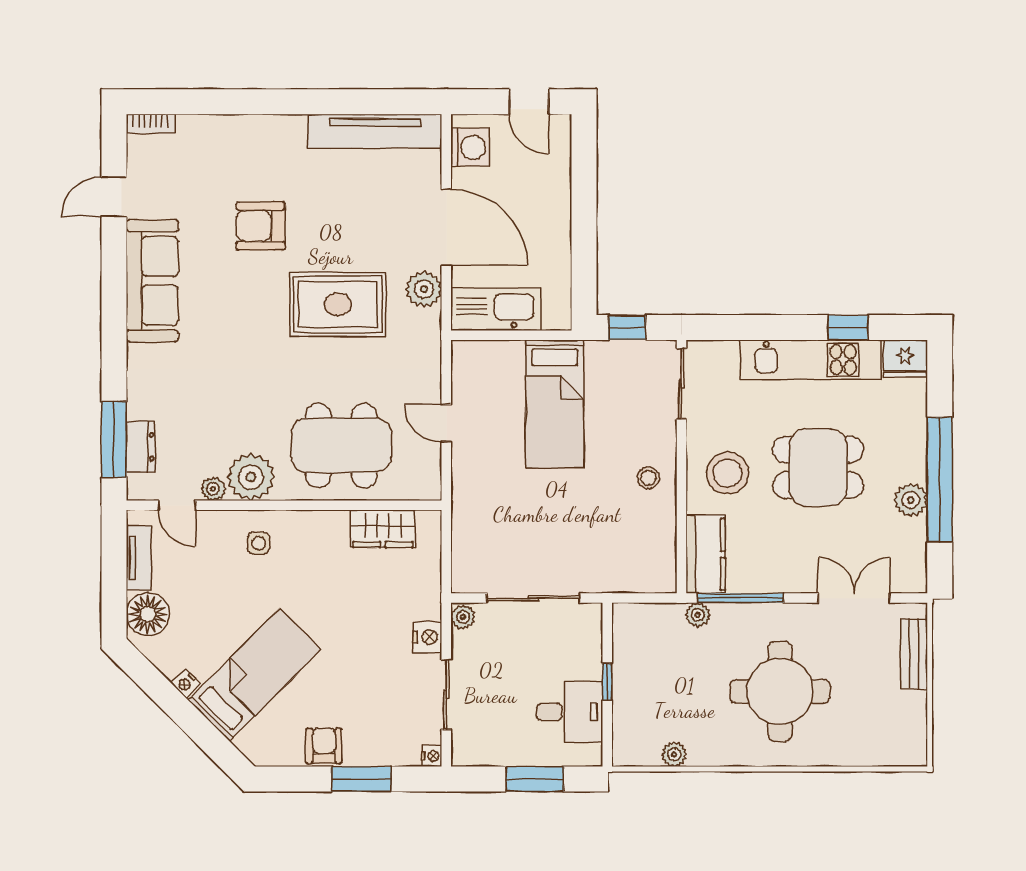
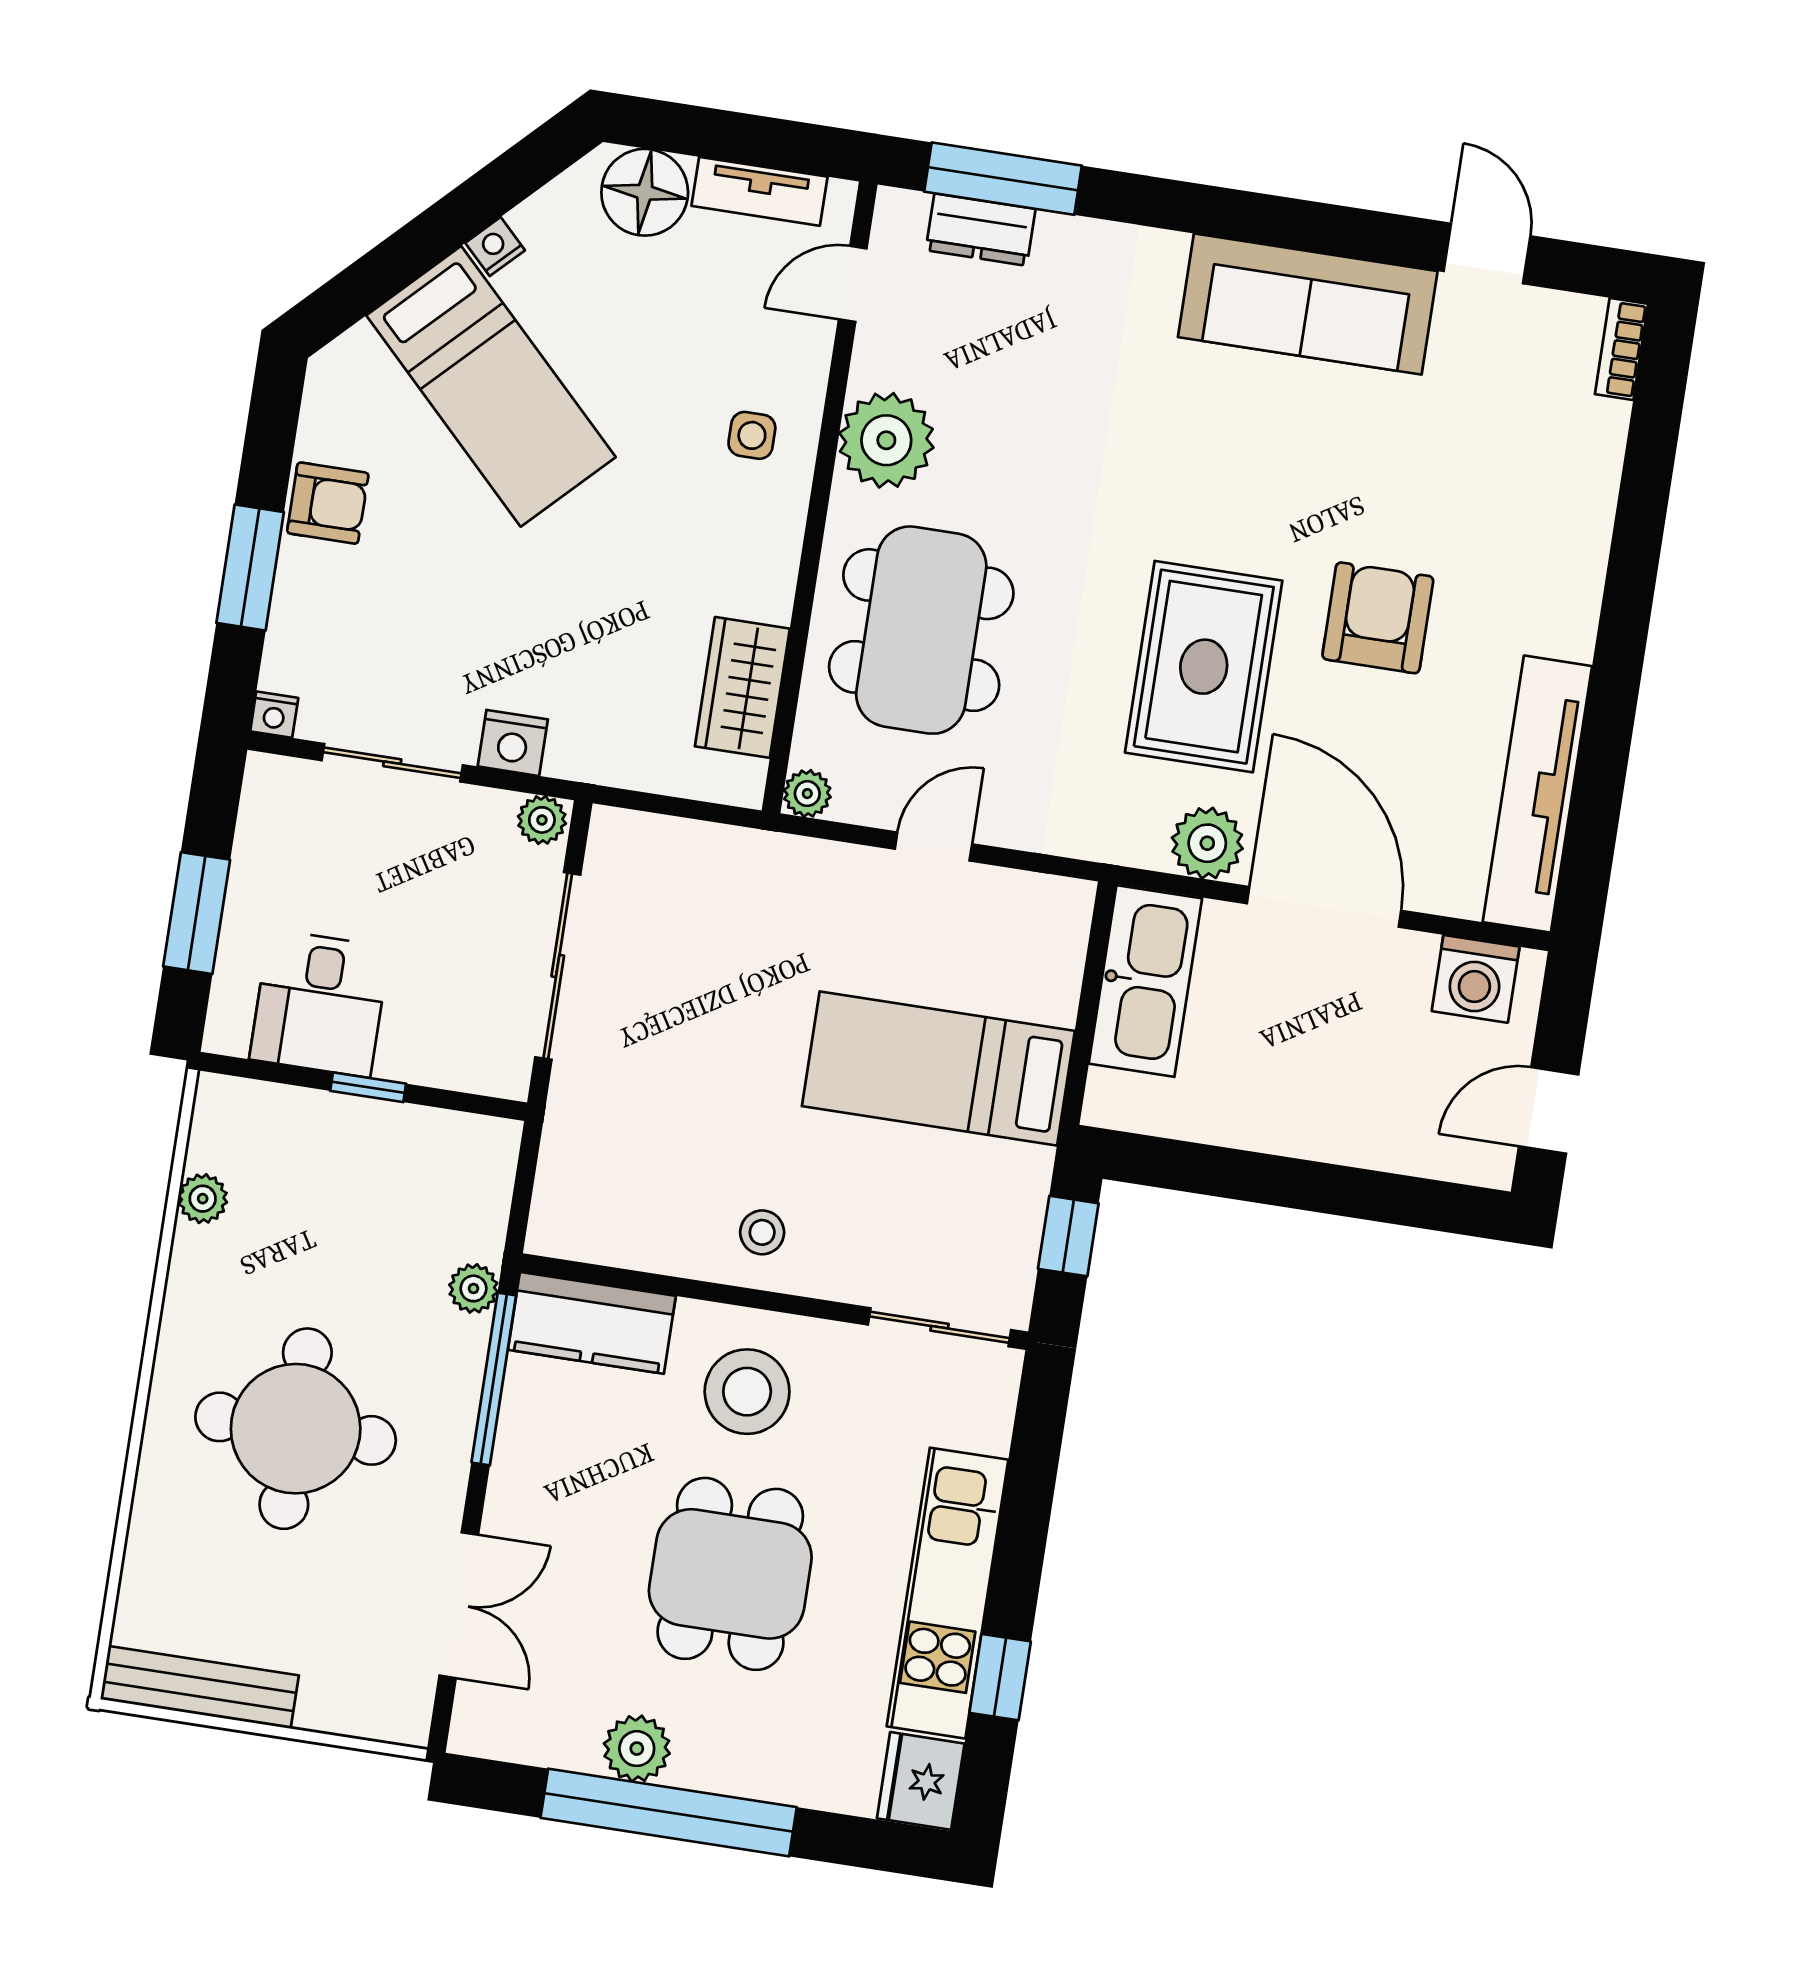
armchair: (261, 226) -> (1378, 618), moved
door: (446, 227) -> (1324, 907), swing flipped
plant: (213, 489) -> (807, 794), moved
bench: (914, 654) -> (200, 1687), moved, width x1.36

